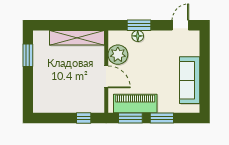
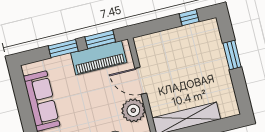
window: (28, 55) -> (232, 55), moved
window: (84, 118) -> (189, 18), moved

